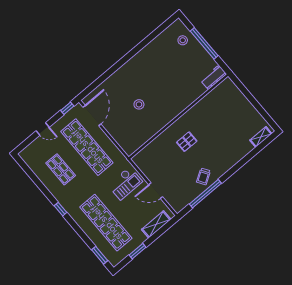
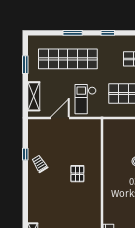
window: (205, 194) -> (25, 154), width x0.32
window: (100, 255) -> (73, 33), moved

